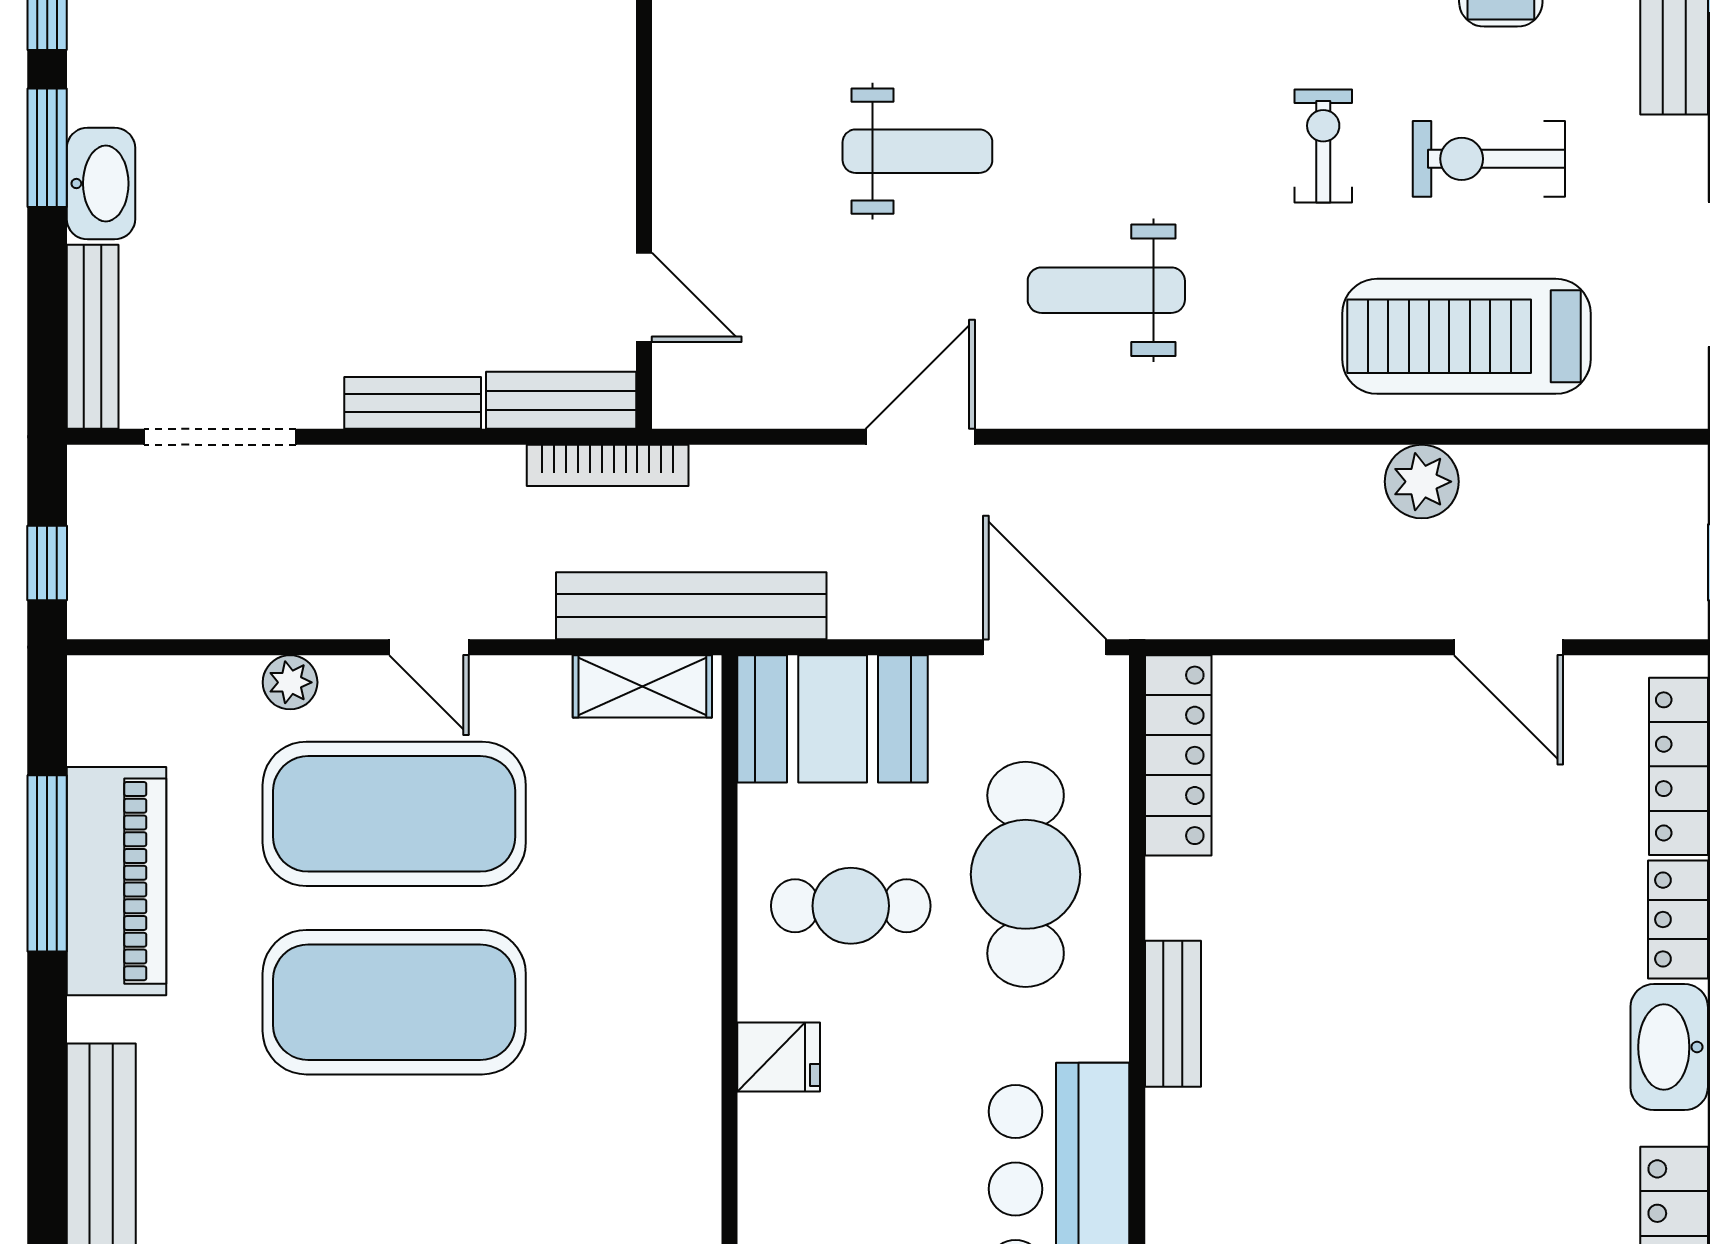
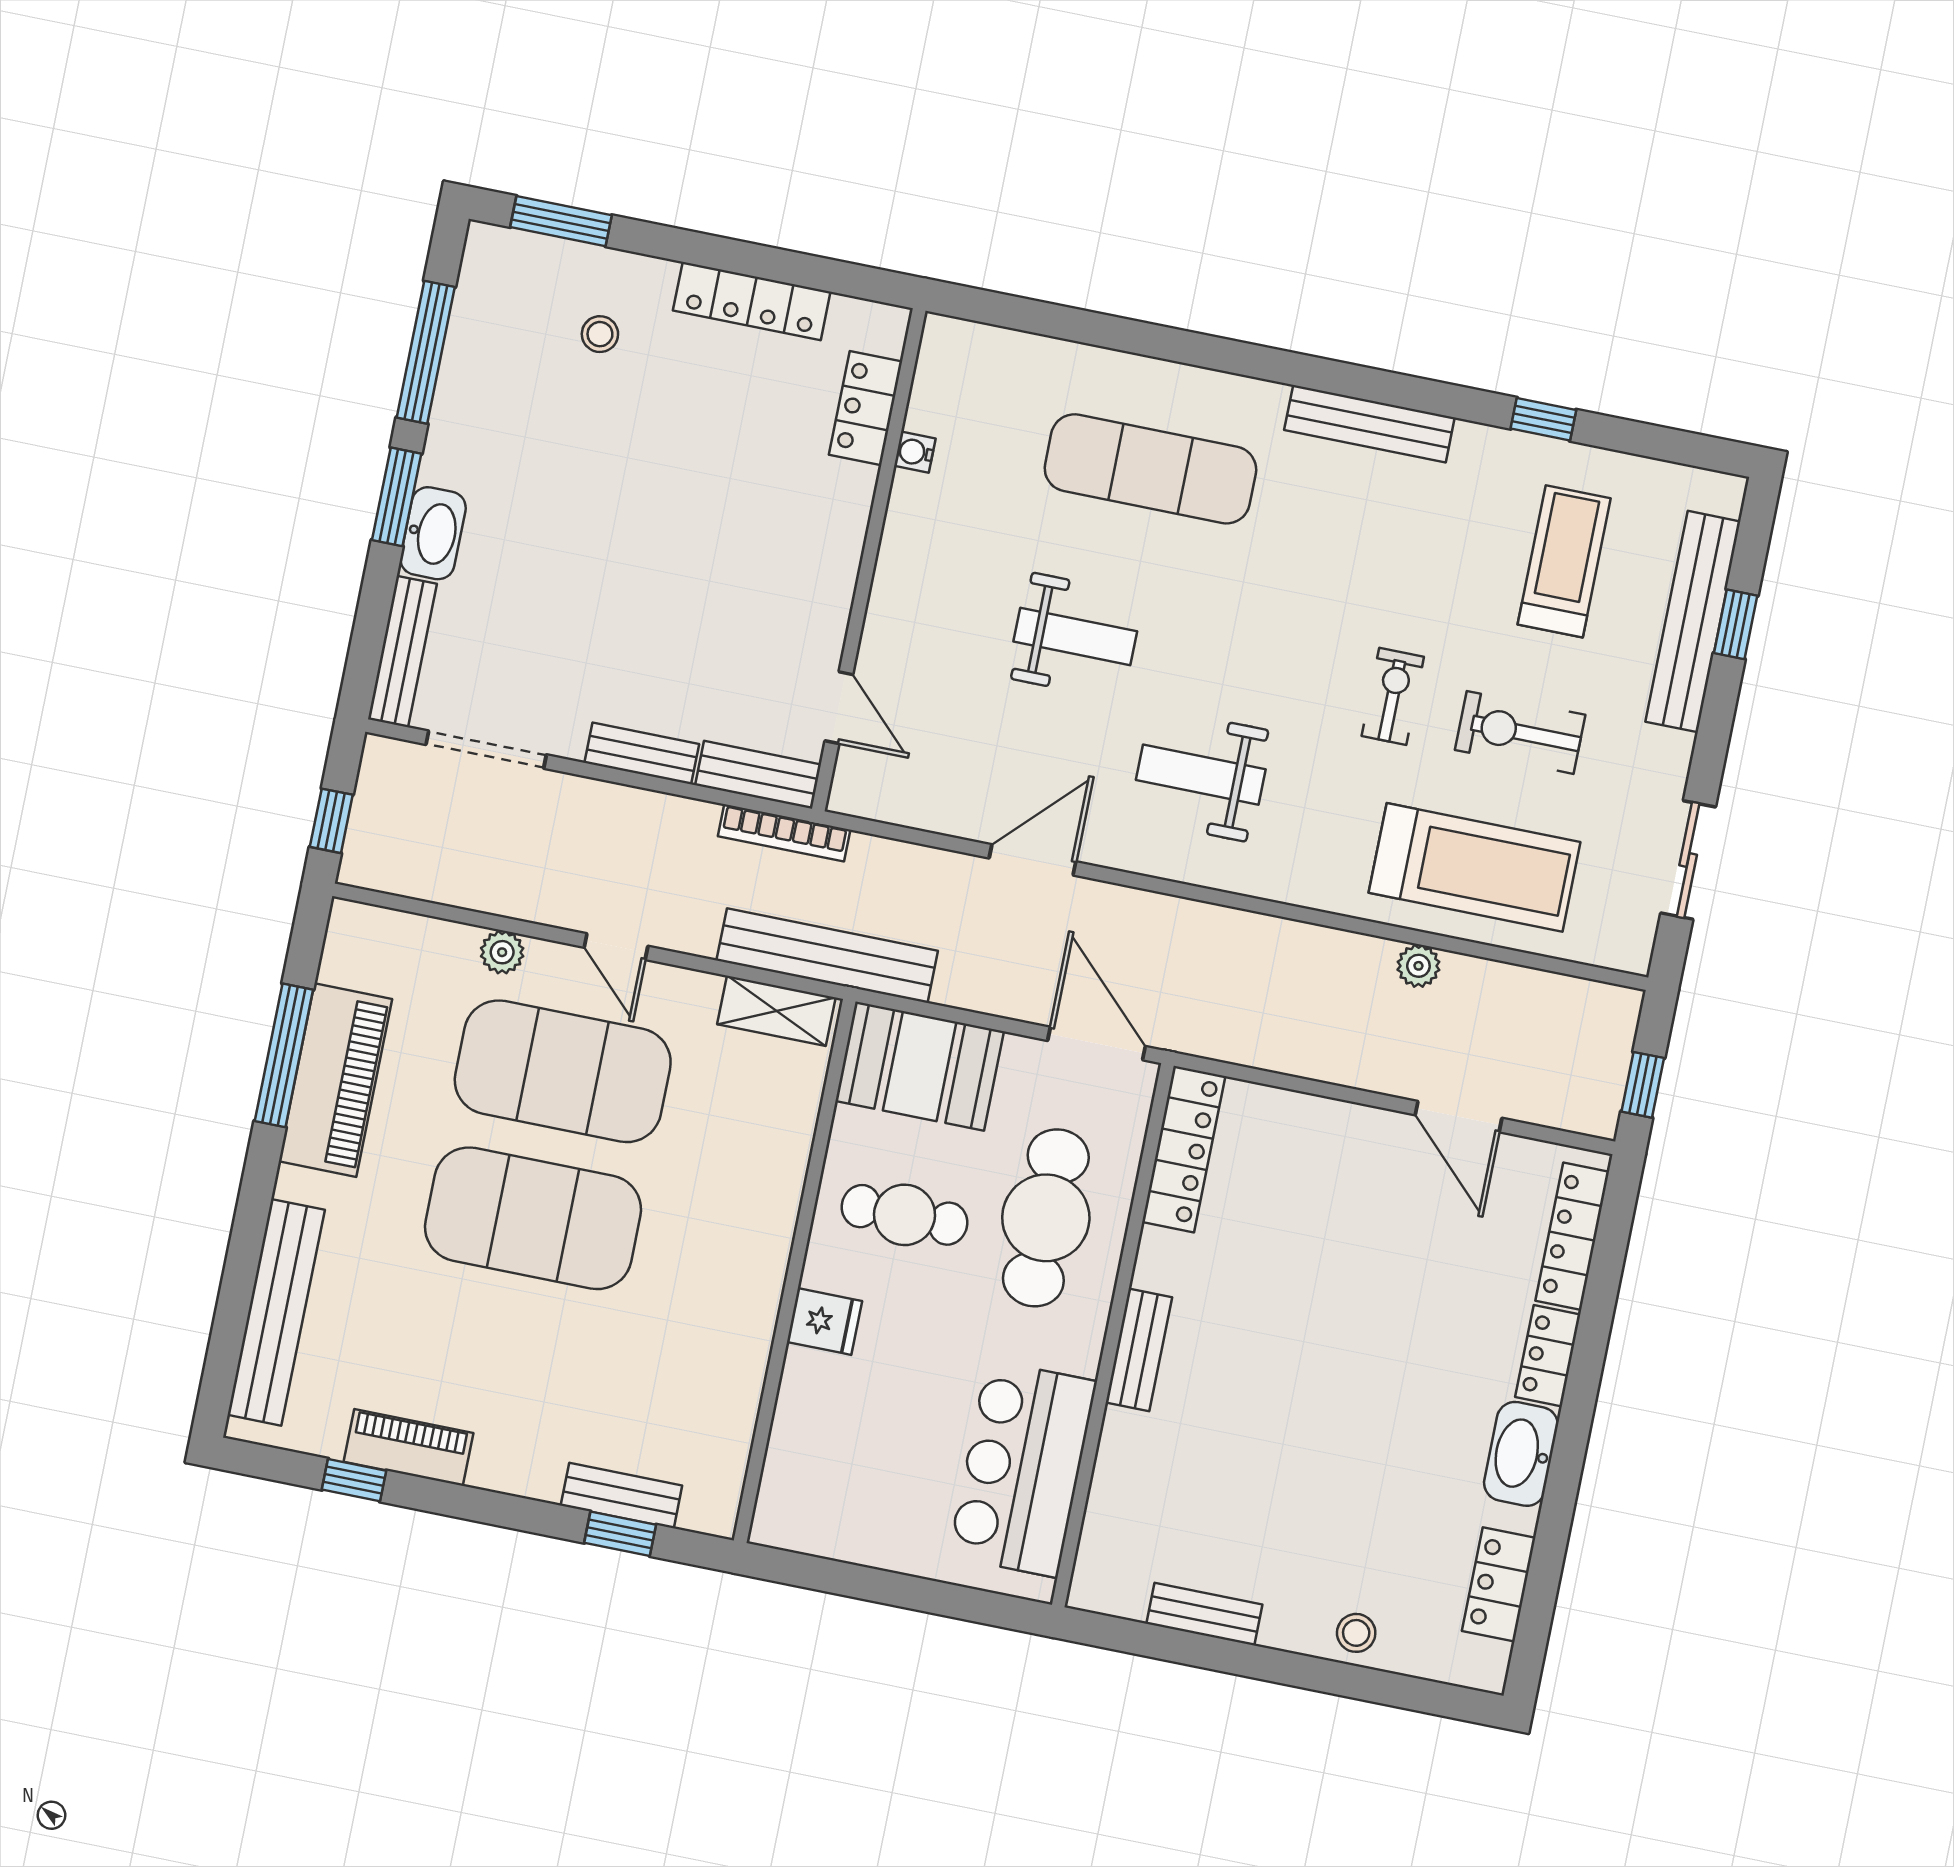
treadmill: (1466, 336) -> (1475, 867), turned 180
plant: (1422, 482) -> (1418, 966), width x0.73, depth x0.73

